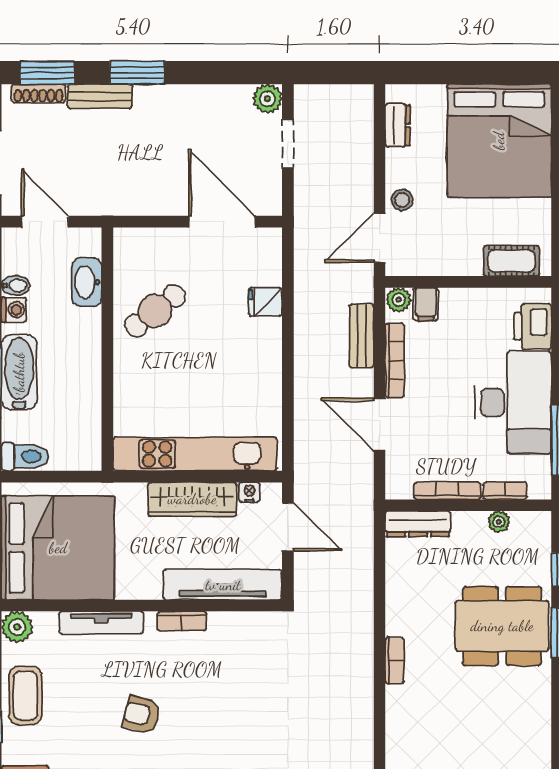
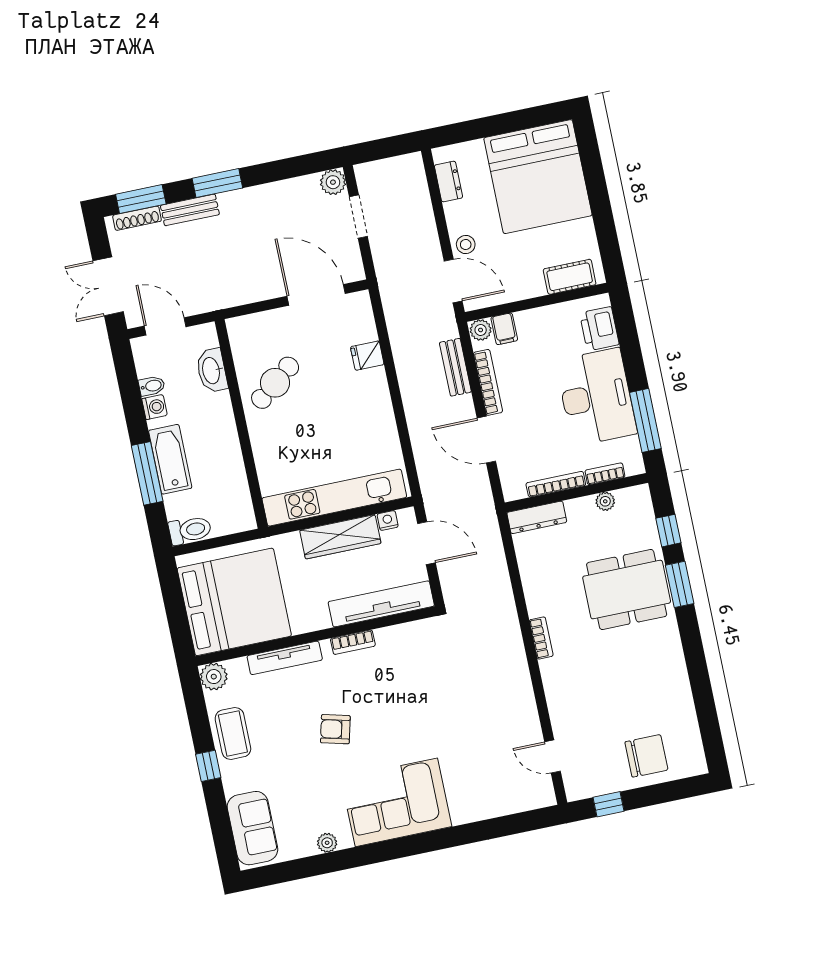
door: (380, 238) -> (453, 281), swing flipped

